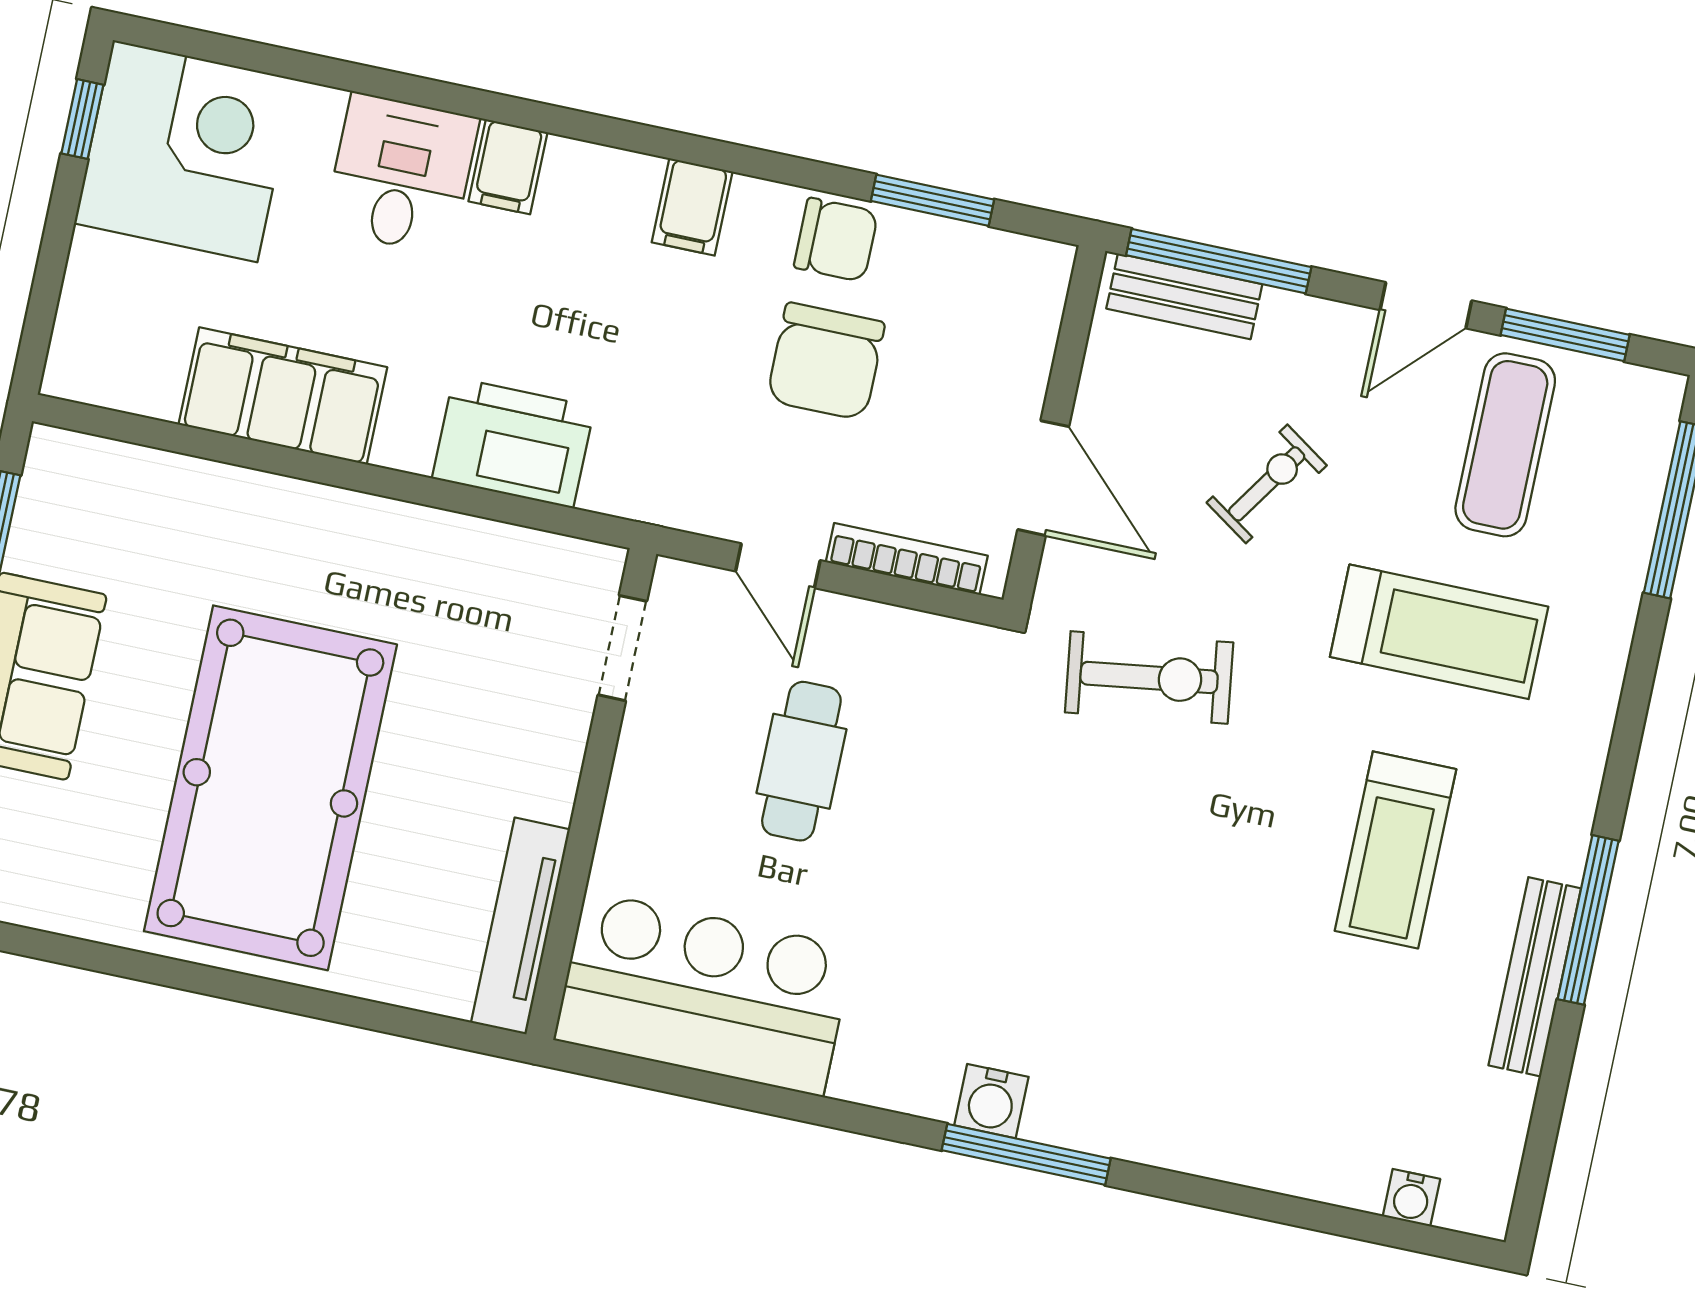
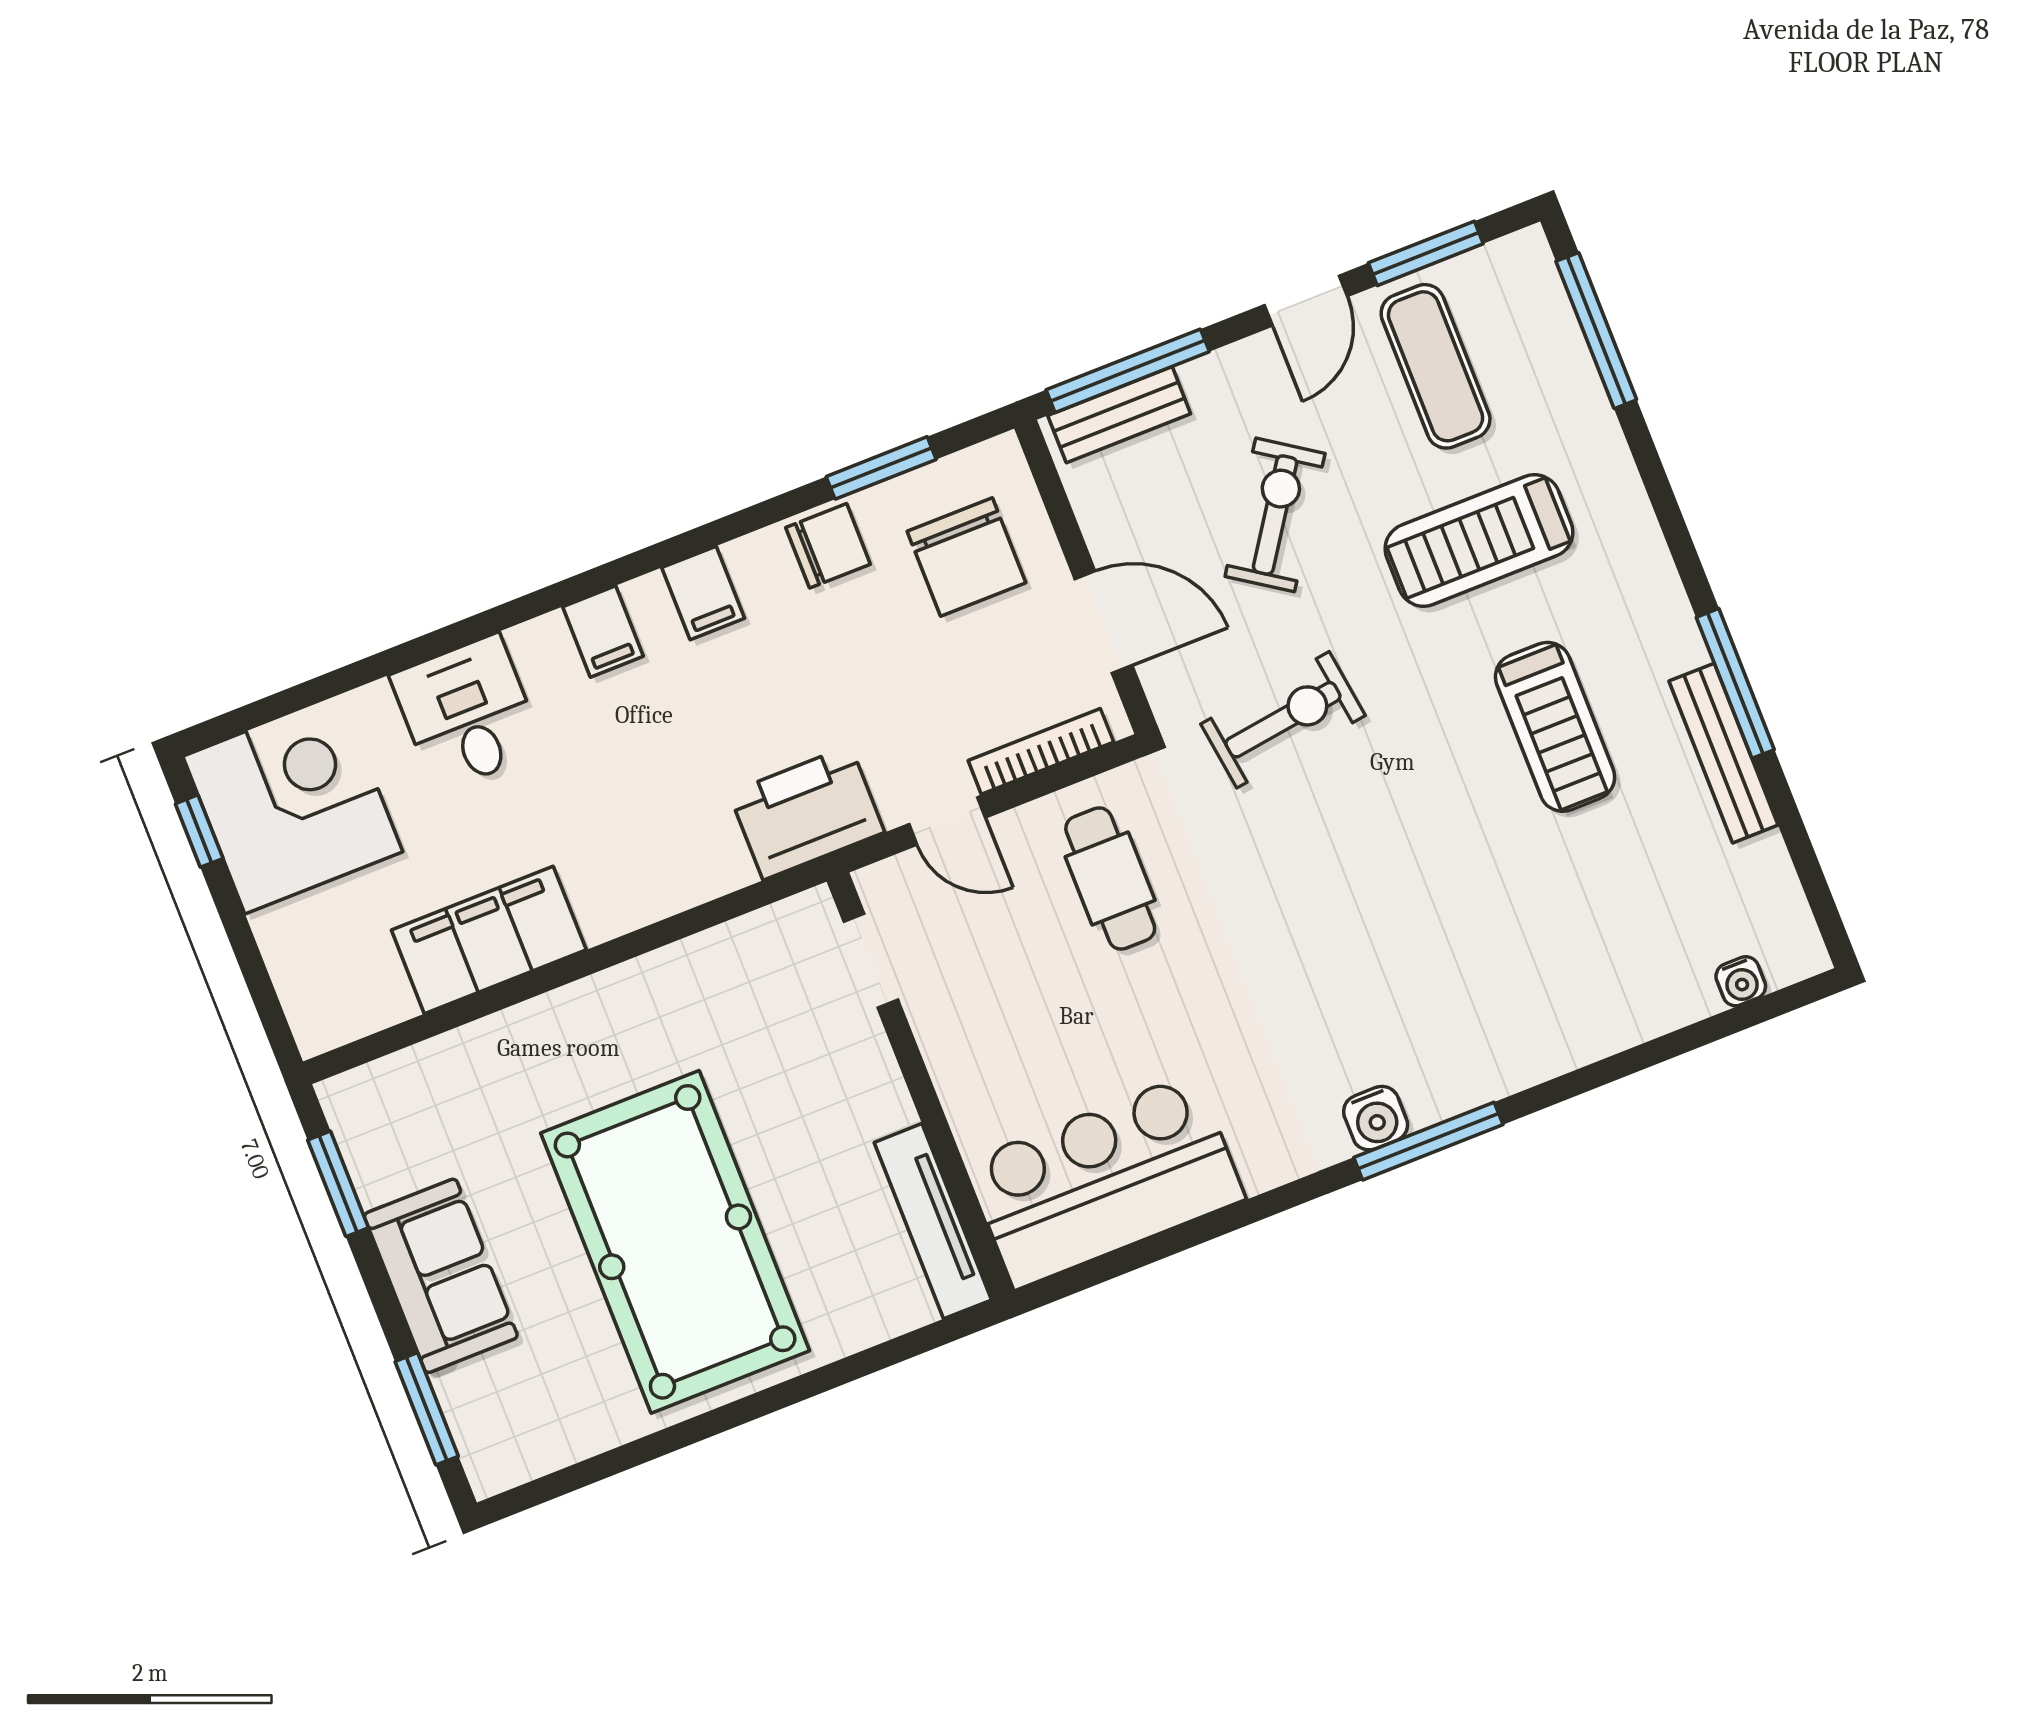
filing cabinet: (508, 167) -> (603, 631), moved
chair: (826, 361) -> (966, 557), moved
printer: (513, 443) -> (807, 813), moved
exercise bike: (1267, 484) -> (1275, 515), width x1.38, depth x1.39
treadmill: (1439, 632) -> (1479, 540), turned 180
cafe table: (801, 761) -> (1110, 879), moved

